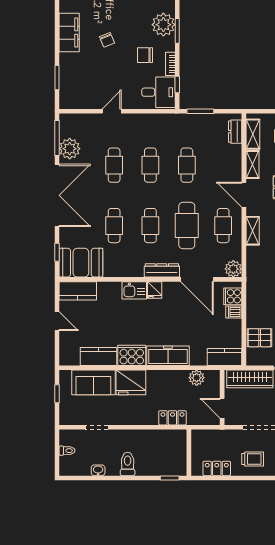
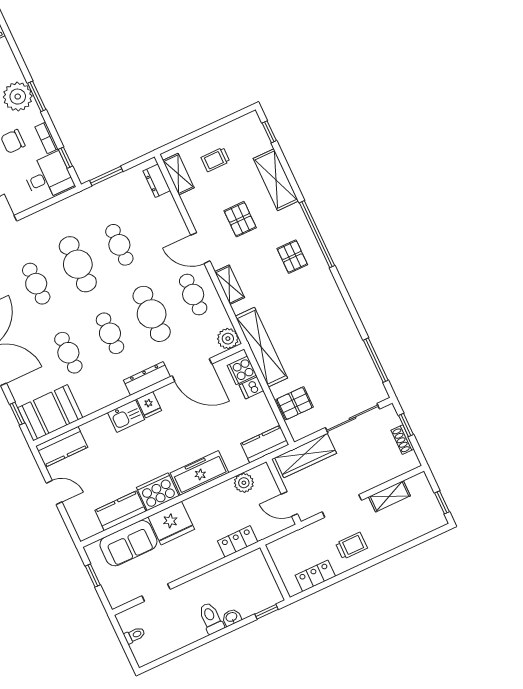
cafe table: (150, 165) -> (78, 264), width x1.37, depth x1.35
shelving: (252, 165) -> (261, 347), moved, width x2.20, depth x1.33
washbasin: (98, 470) -> (232, 617), moved

